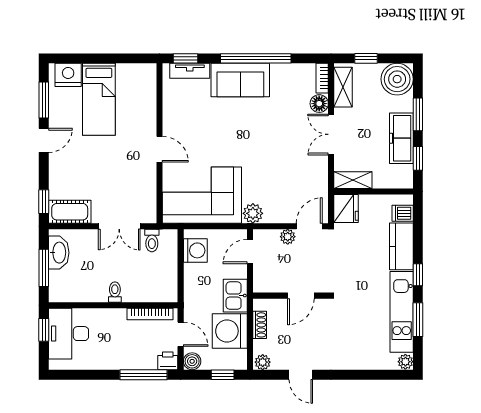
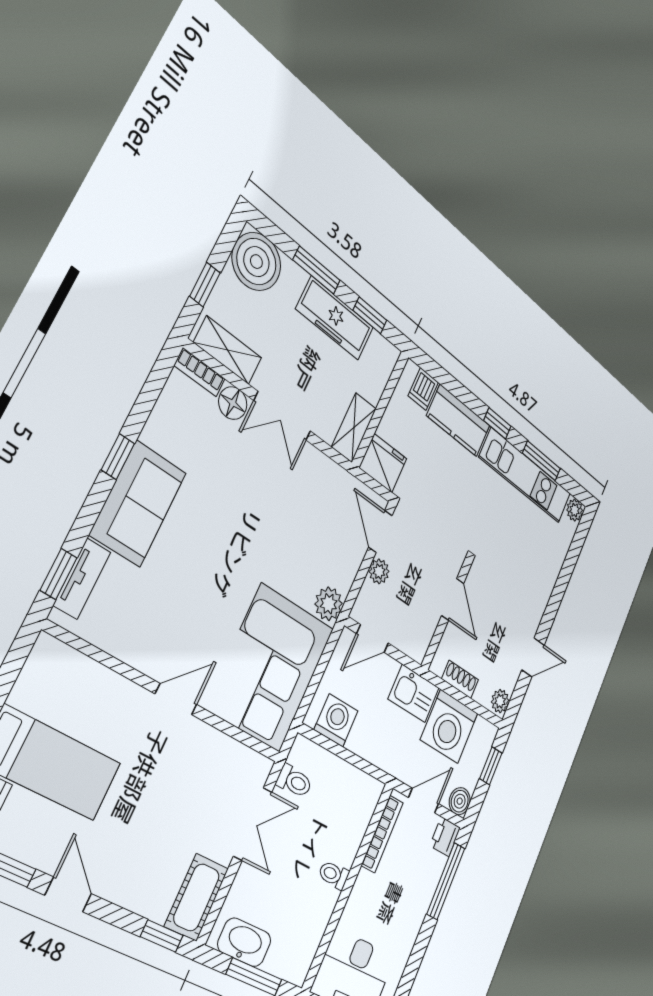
window: (256, 58) -> (118, 457), width x0.32
door: (250, 251) -> (372, 638), hinge flipped

